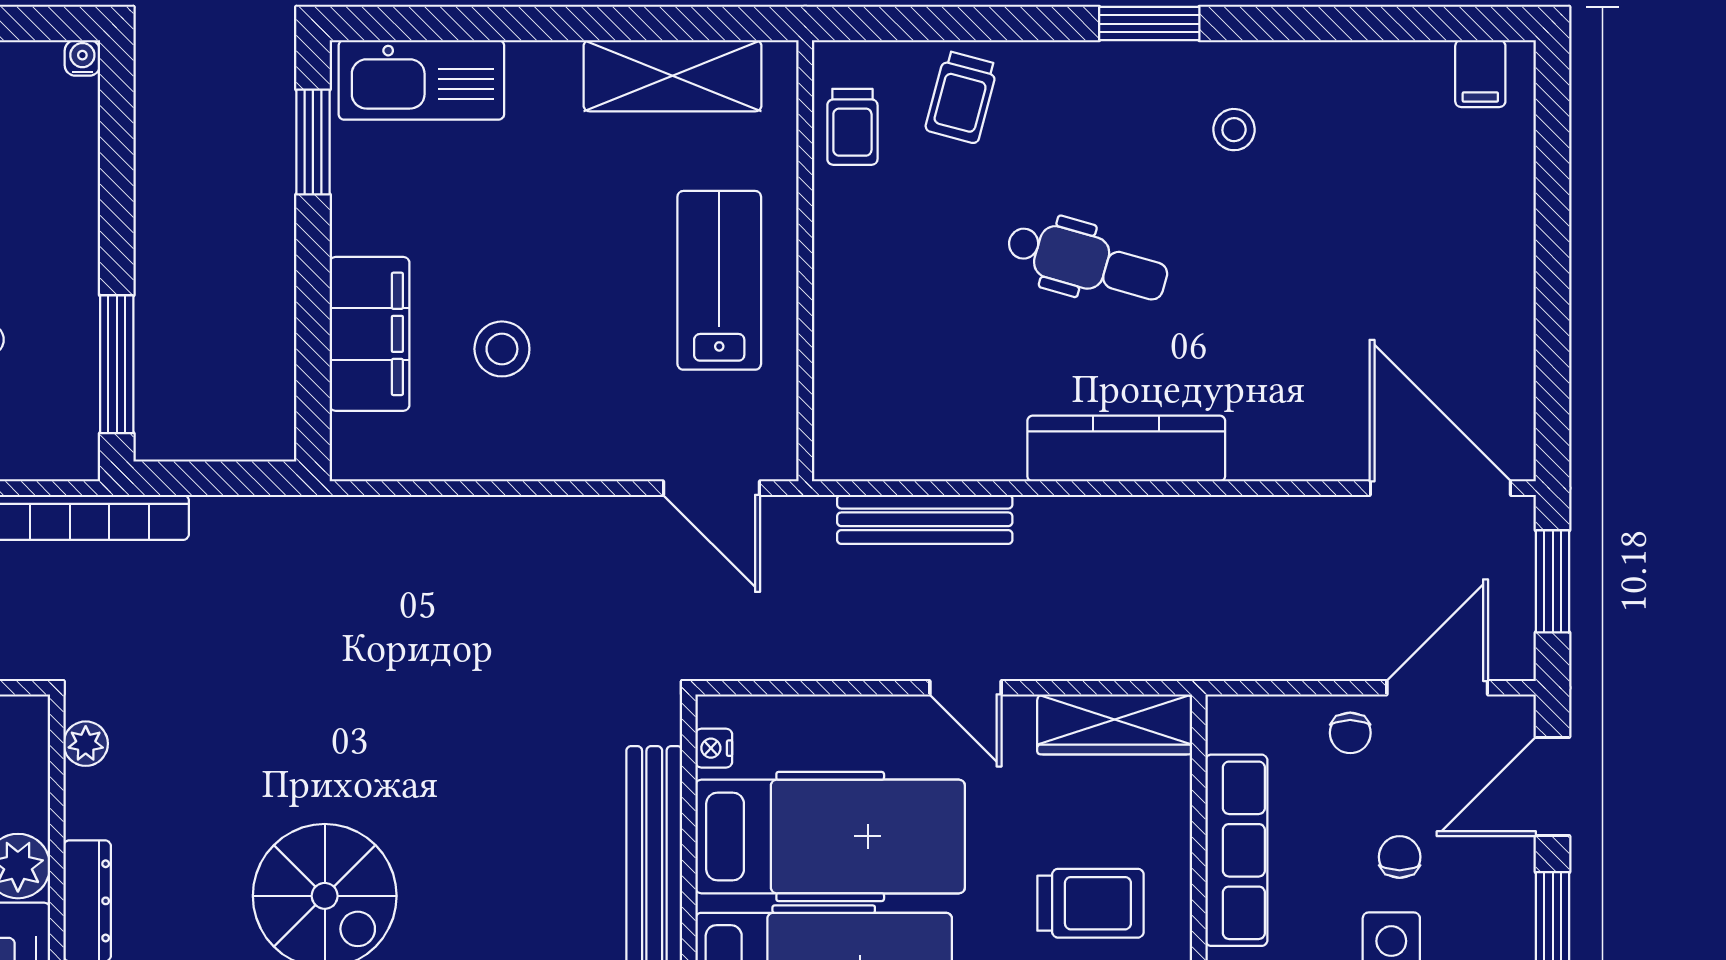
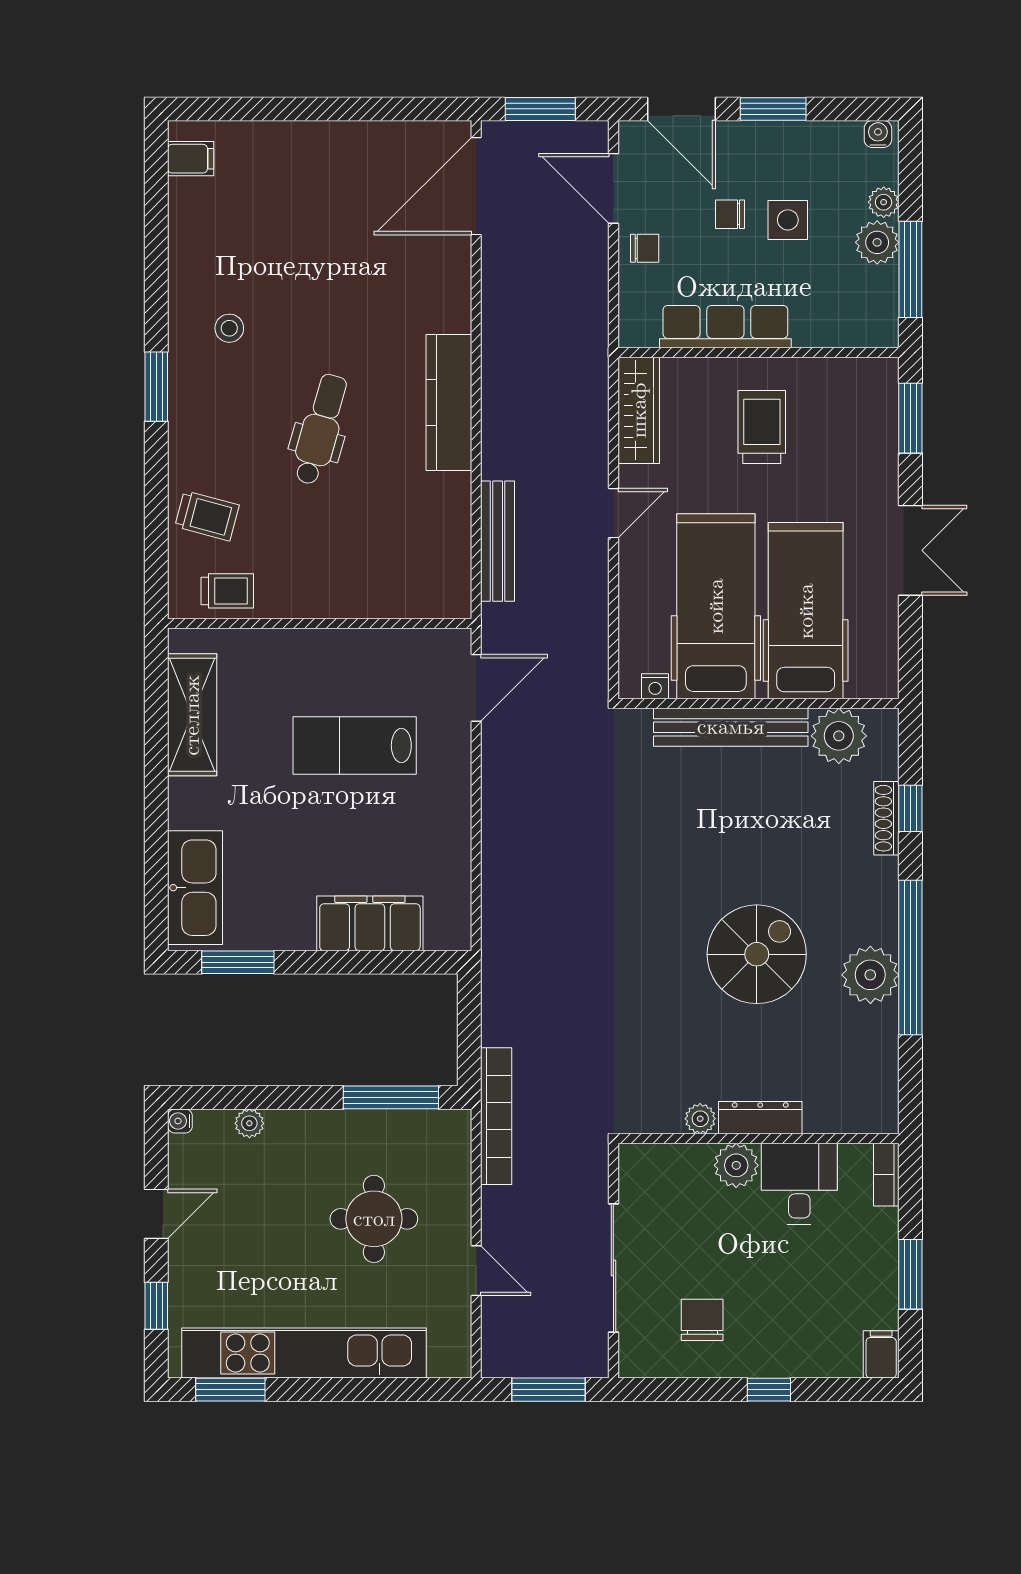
plant: (79, 159) -> (249, 1123), added
lab bench: (719, 280) -> (355, 745), moved
stool: (502, 349) -> (380, 832), removed
plant: (86, 744) -> (700, 1119), moved

